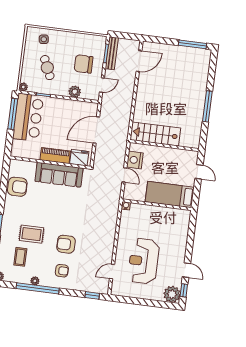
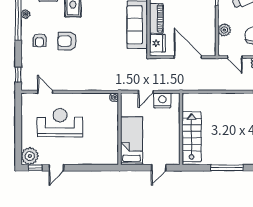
stairs: (155, 134) -> (192, 137), moved
armchair: (66, 244) -> (67, 41), turned -90

